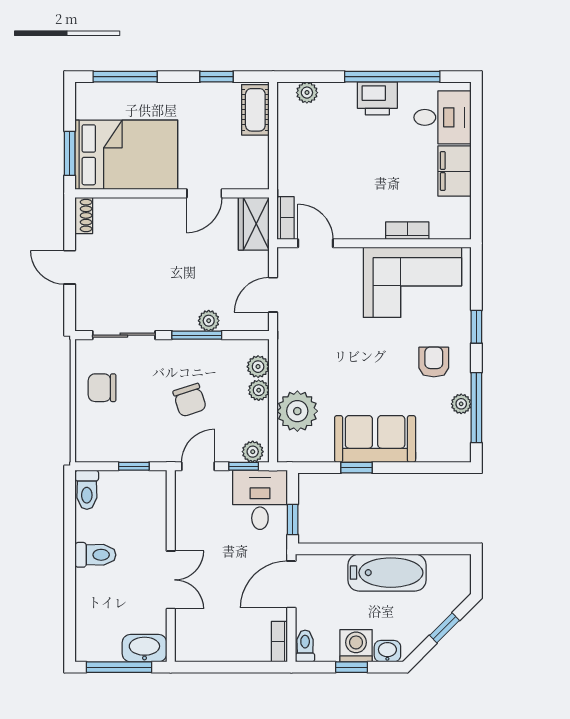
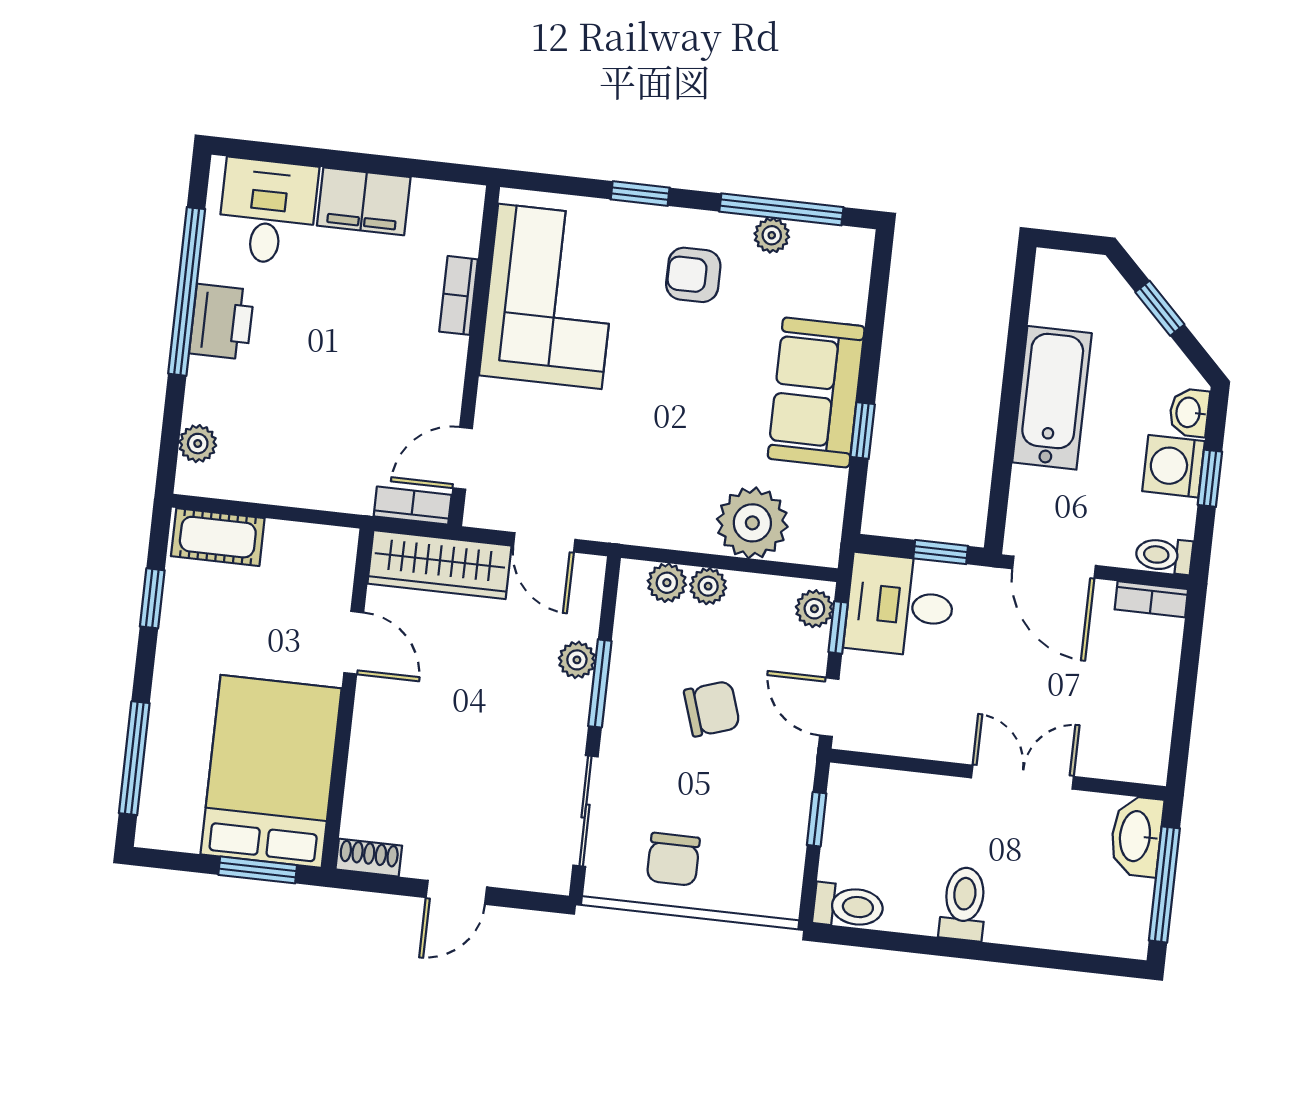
wardrobe: (254, 224) -> (439, 565), width x1.50

